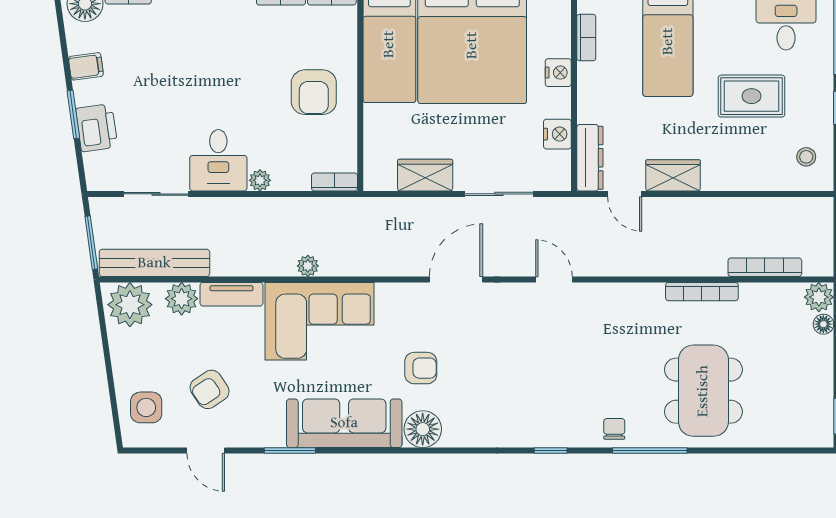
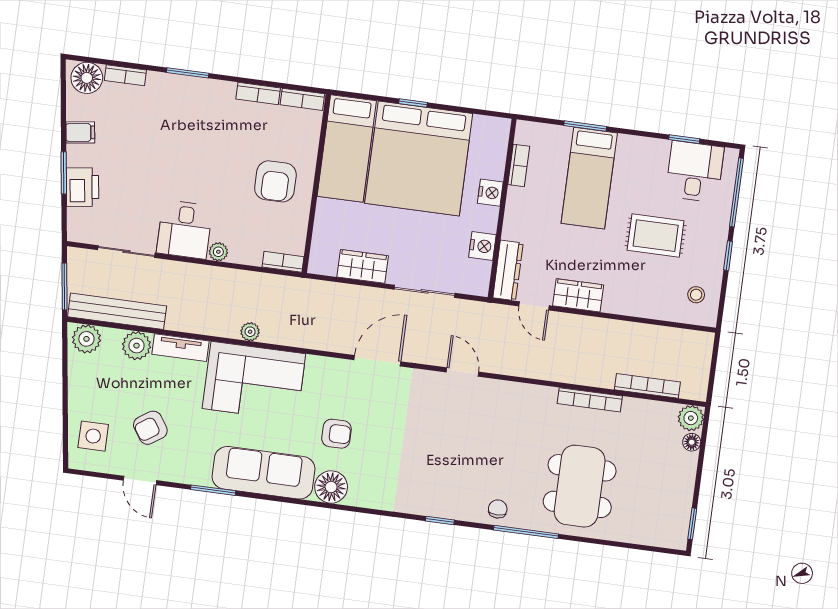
plant: (130, 305) -> (86, 339), width x0.73, depth x0.73

